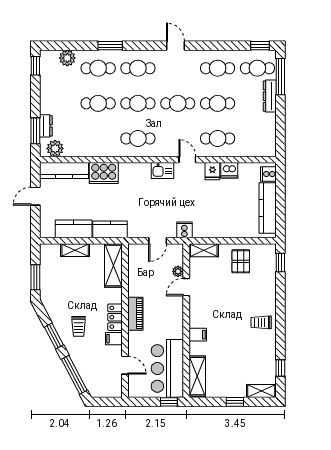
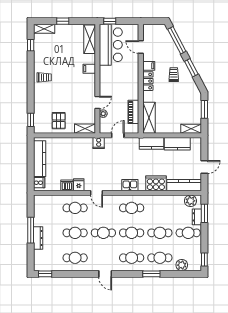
cafe table: (257, 68) -> (188, 233), moved
window: (280, 77) -> (31, 230), moved
kitchen sink: (163, 171) -> (130, 185), moved
shelving: (75, 250) -> (191, 129), moved
piano: (135, 314) -> (133, 112), moved

